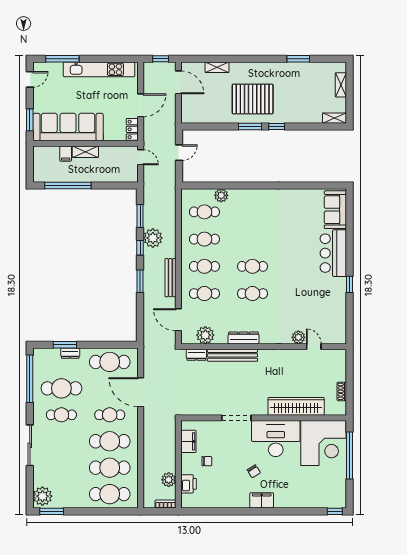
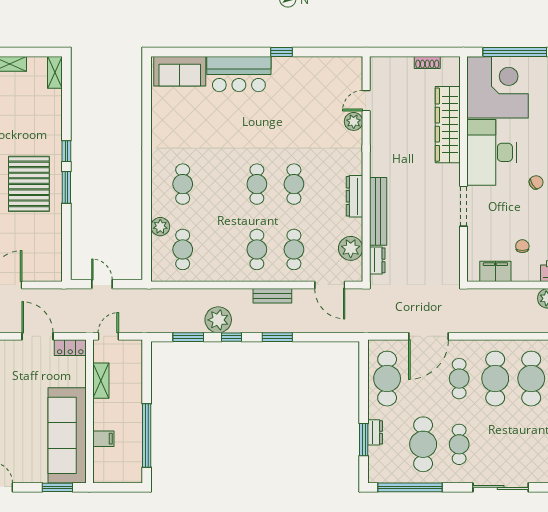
shelving: (85, 152) -> (101, 381), moved
cafe table: (204, 239) -> (183, 184), moved
bench: (170, 278) -> (272, 296), width x0.73
door: (178, 320) -> (330, 285), hinge flipped

